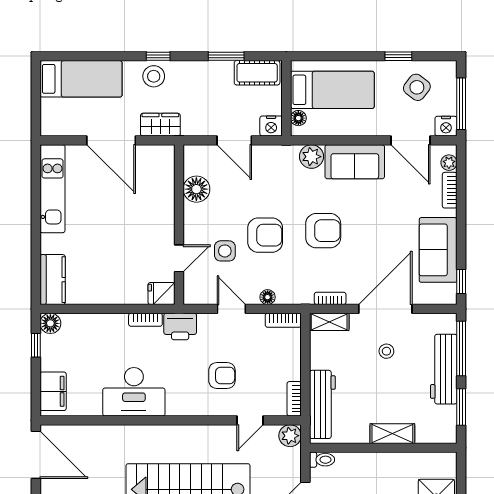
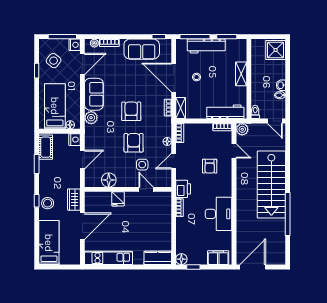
fridge: (162, 293) -> (118, 199), moved
armchair: (222, 375) -> (210, 166), turned 180

